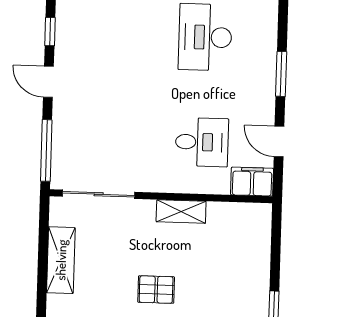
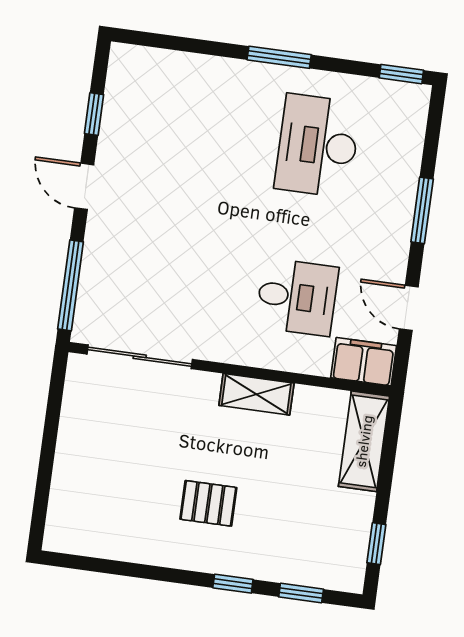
shelving: (61, 260) -> (364, 441), moved

